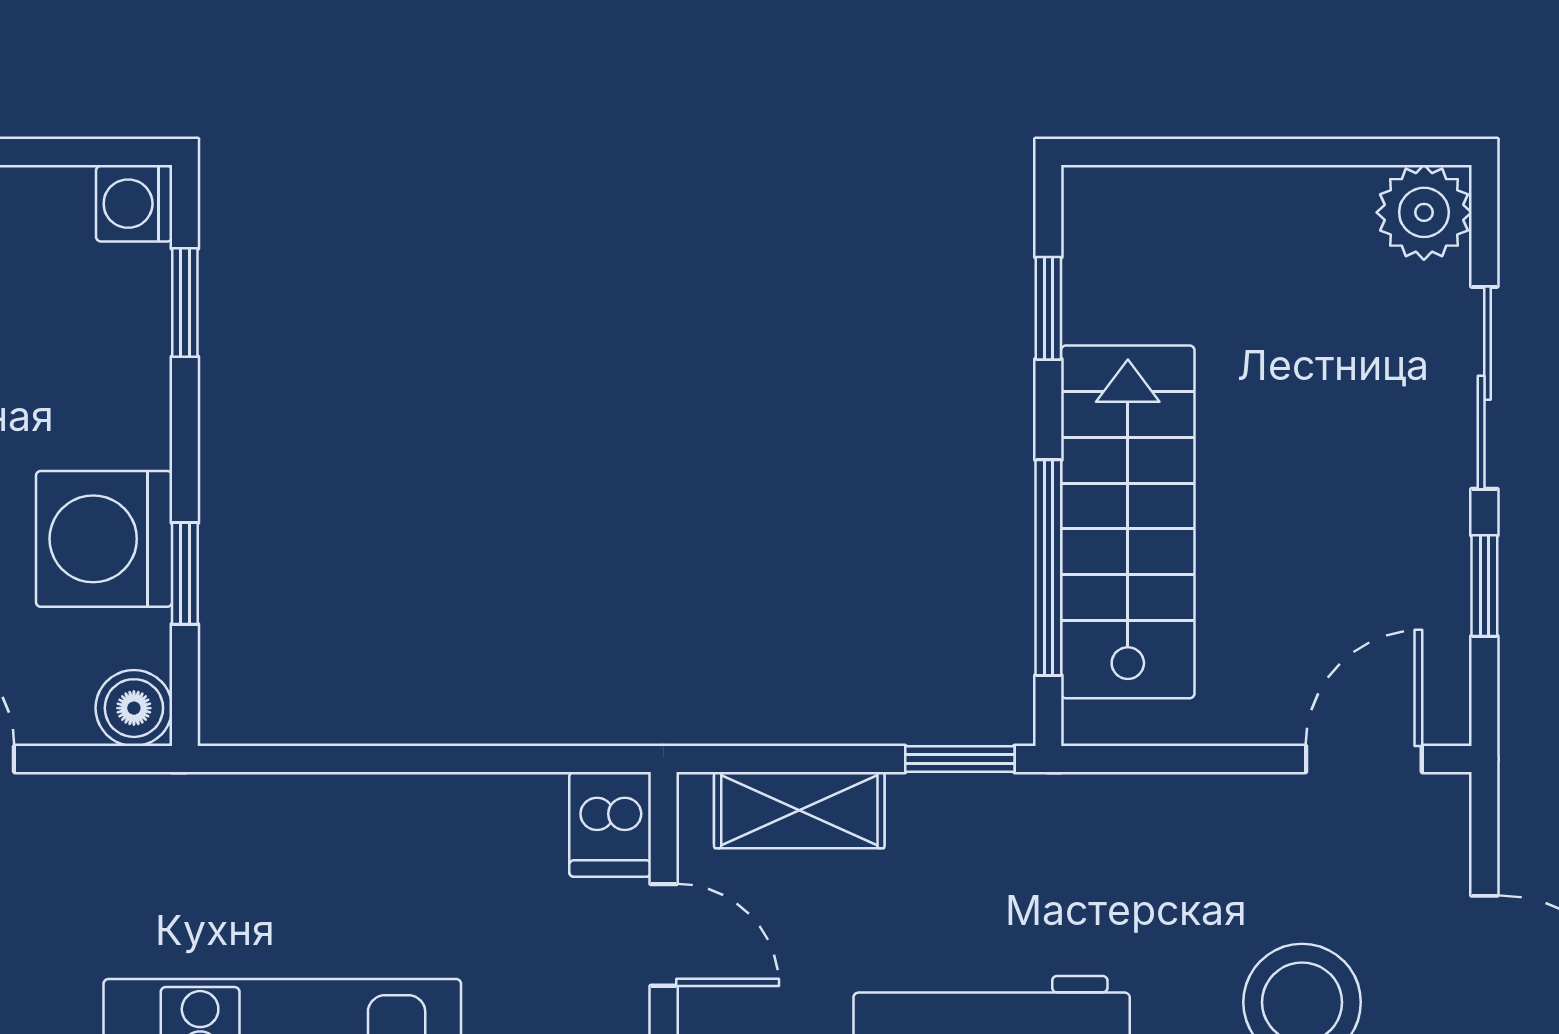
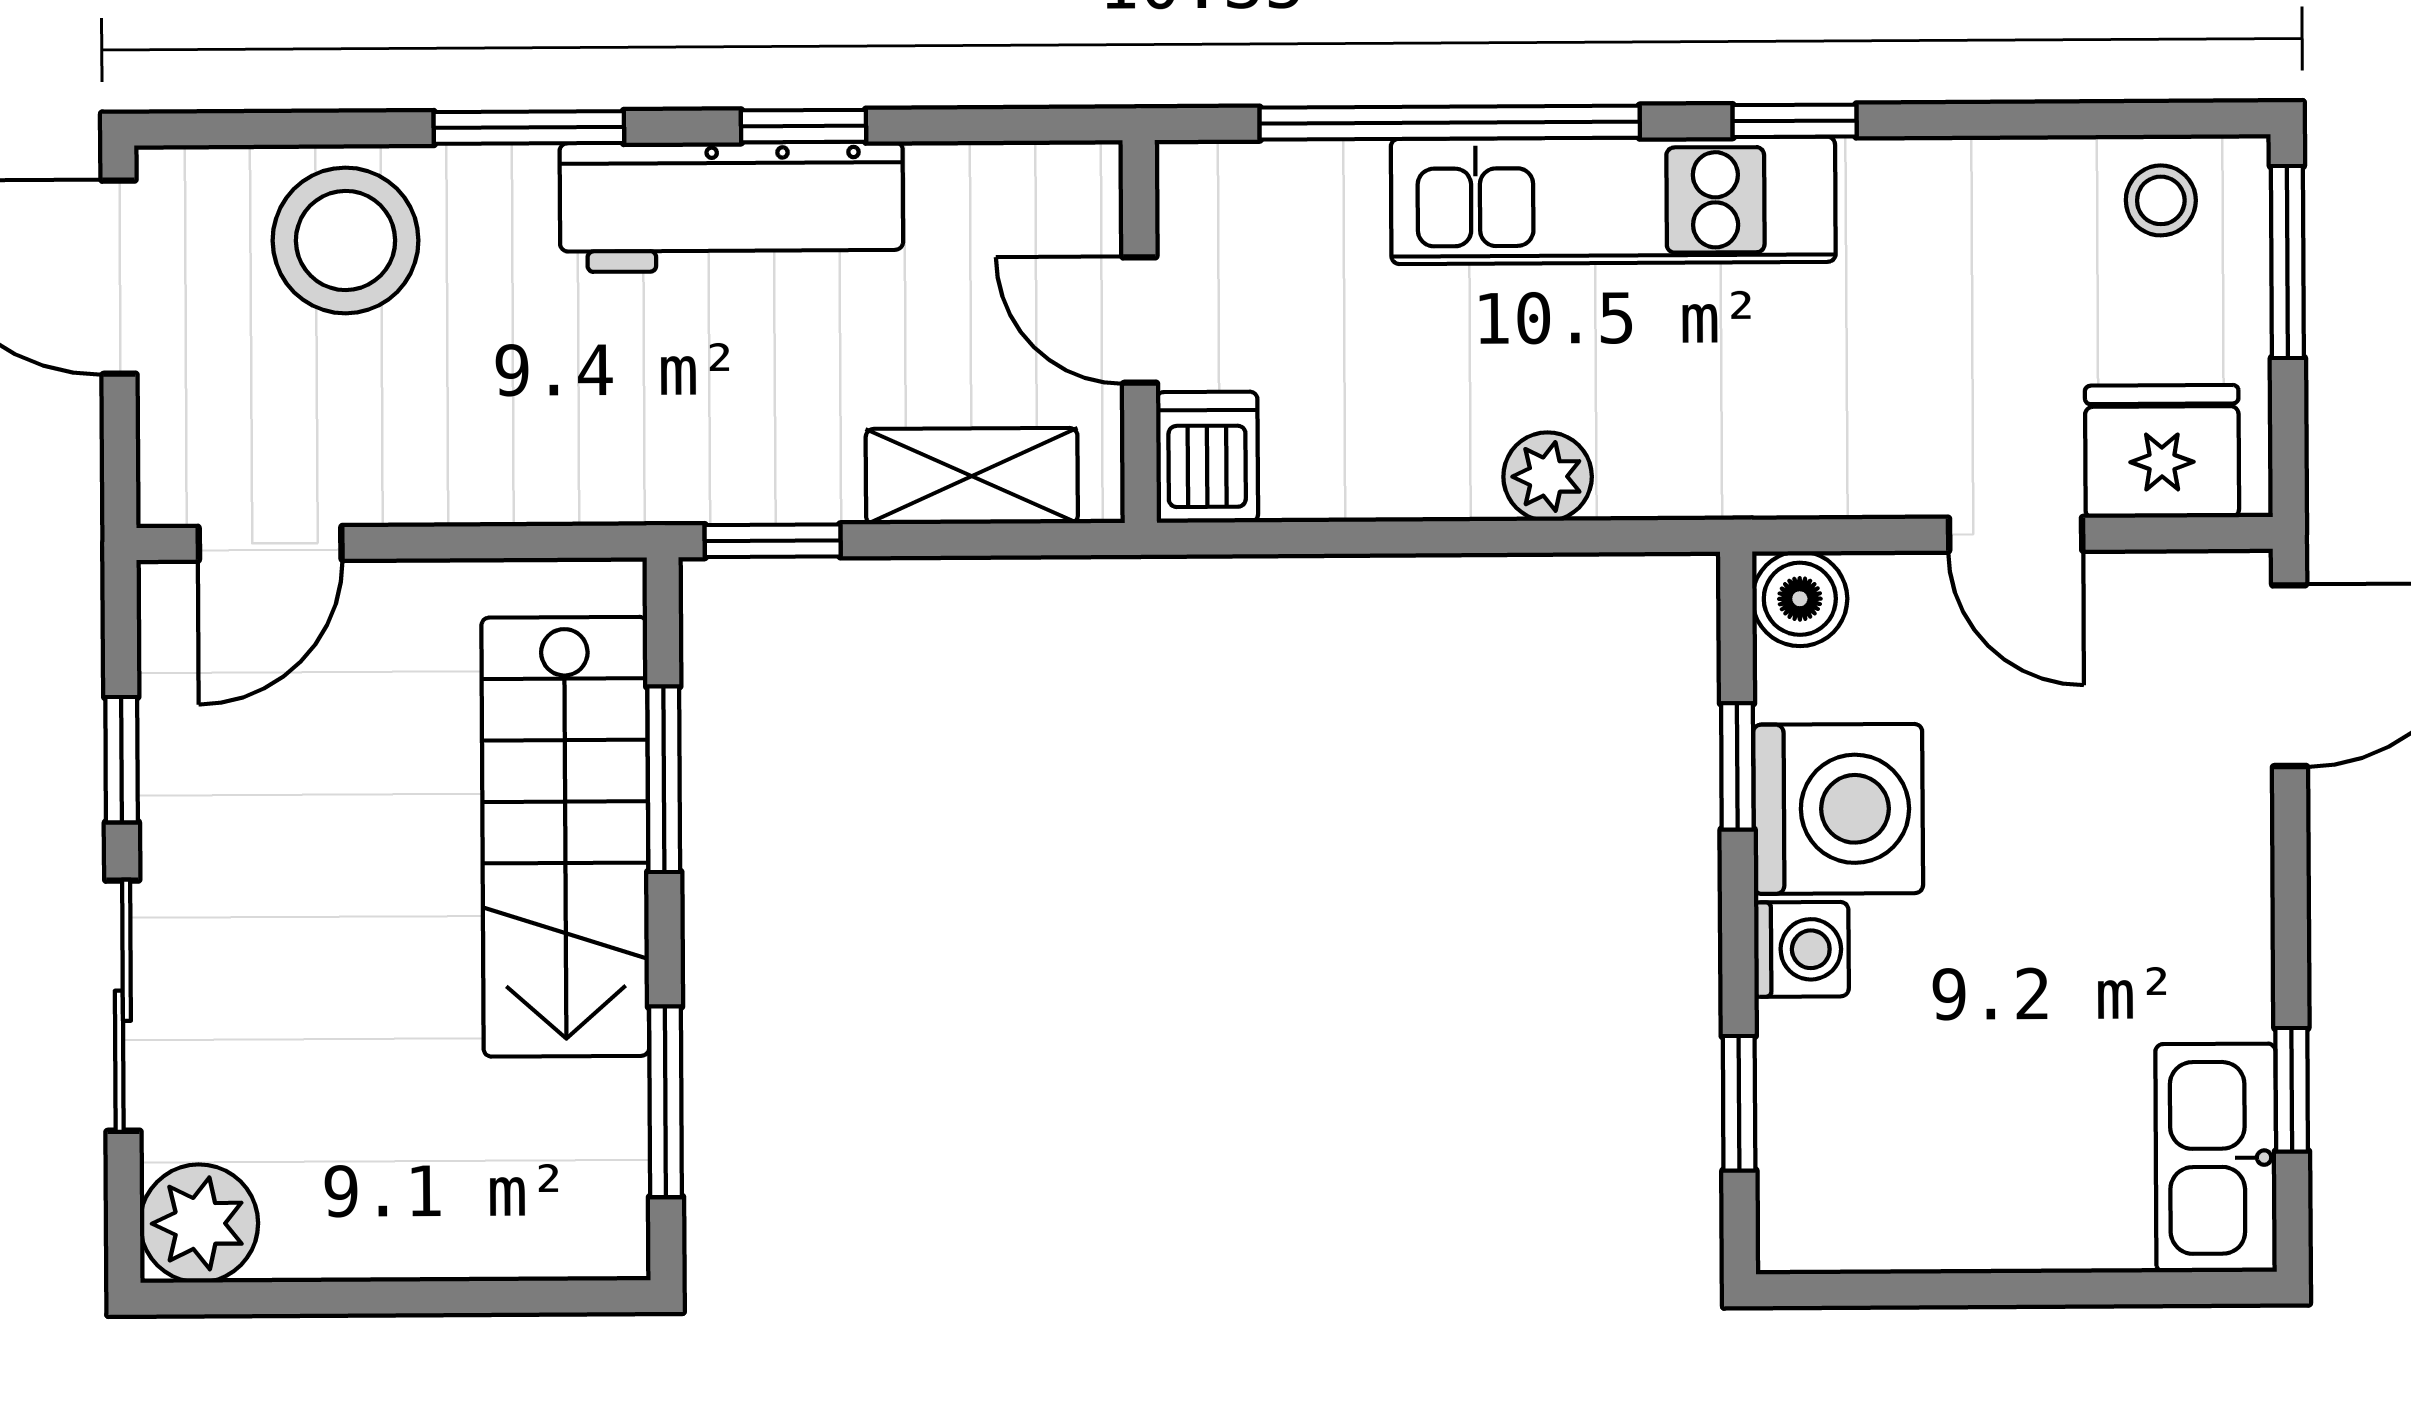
washing machine: (134, 204) -> (1801, 949), moved
window: (1048, 308) -> (665, 1102), width x1.50
window: (1048, 568) -> (664, 779), width x0.69
plant: (336, 807) -> (1548, 477), added

